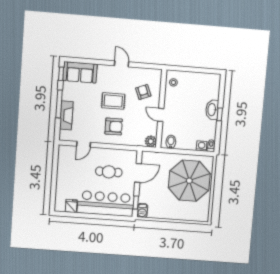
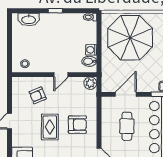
washbasin: (212, 110) -> (29, 19), moved
armchair: (114, 127) -> (77, 125), turned 90
washing machine: (202, 146) -> (91, 50), moved
door: (138, 173) -> (126, 94), hinge flipped

